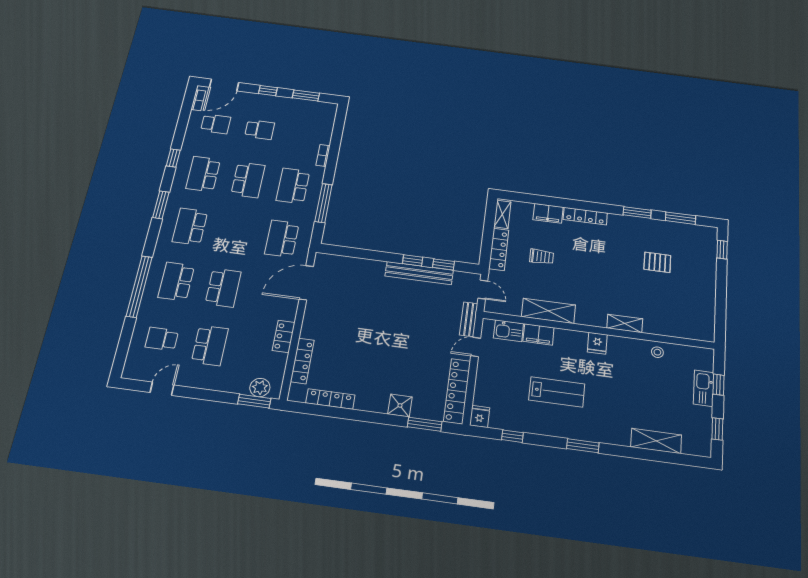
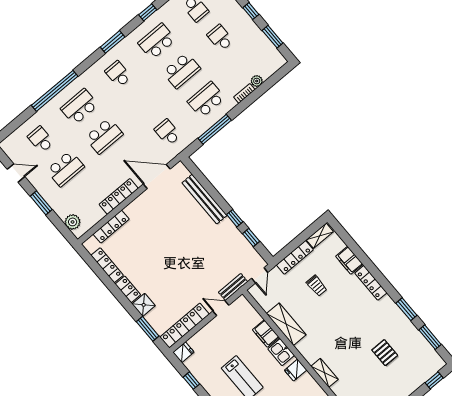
school desk: (260, 130) -> (220, 38), turned 180
plant: (325, 138) -> (257, 81), added
school desk: (190, 227) -> (118, 74), width x0.54
school desk: (282, 239) -> (167, 132), width x0.54
bench: (419, 273) -> (205, 199), moved
kitchen sink: (508, 331) -> (281, 352), moved
locker: (284, 336) -> (119, 196), width x1.53
window: (254, 401) -> (41, 203), moved
locker: (371, 404) -> (128, 289), added

